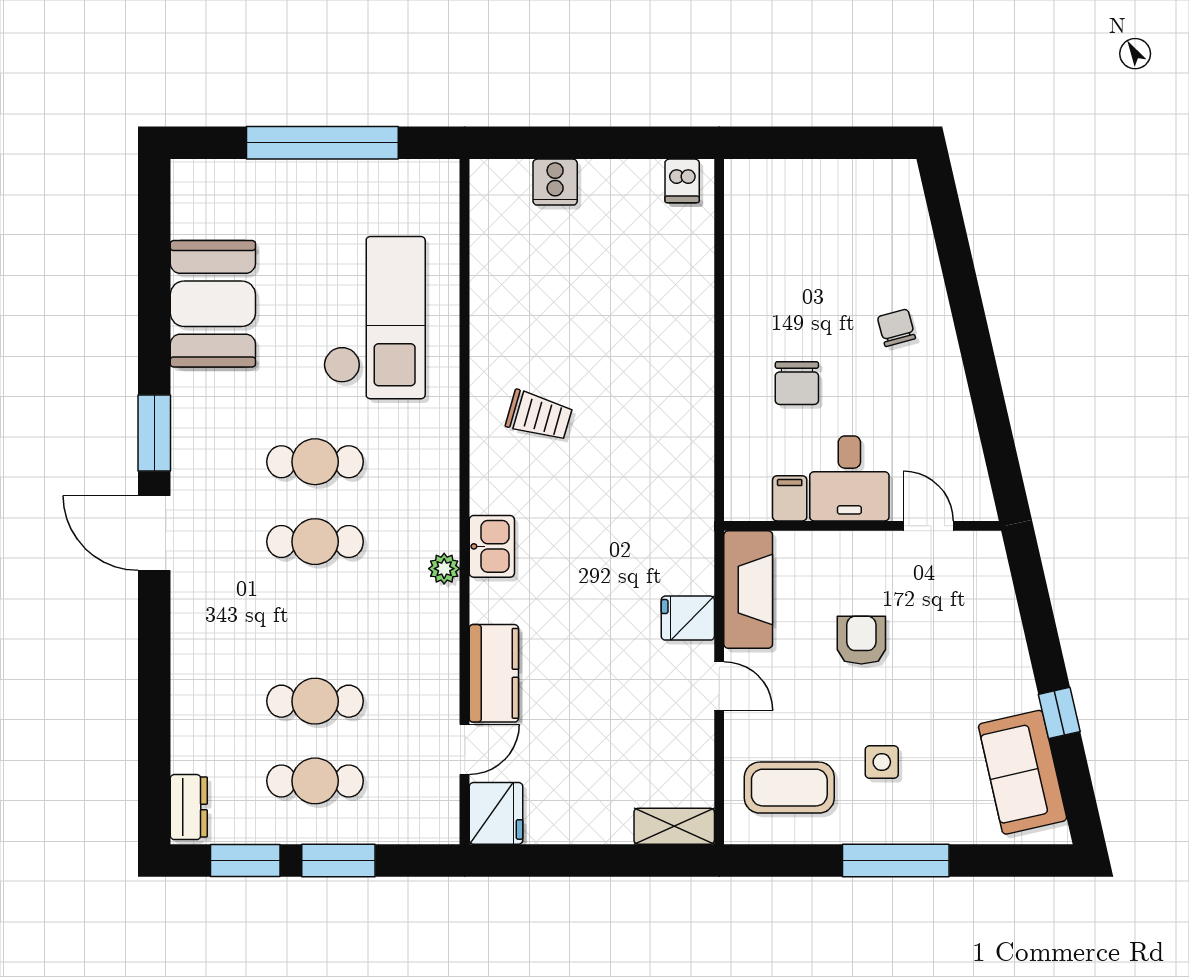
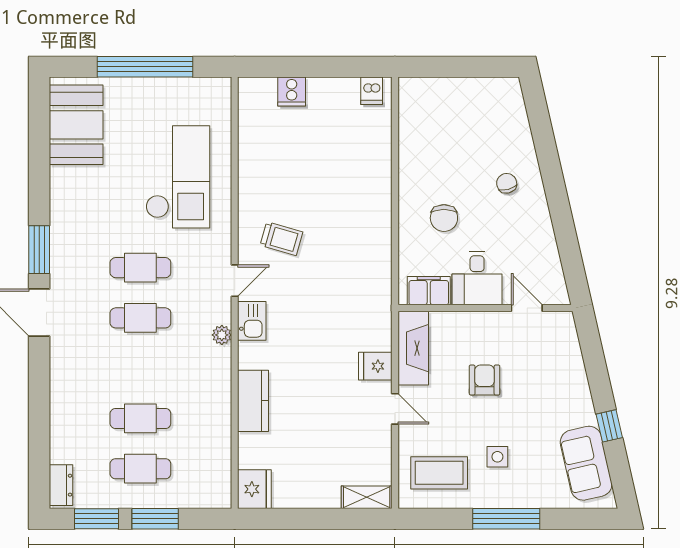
booth: (213, 304) -> (76, 125), moved
filing cabinet: (790, 498) -> (429, 291), width x2.00
door: (465, 749) -> (235, 281), moved

